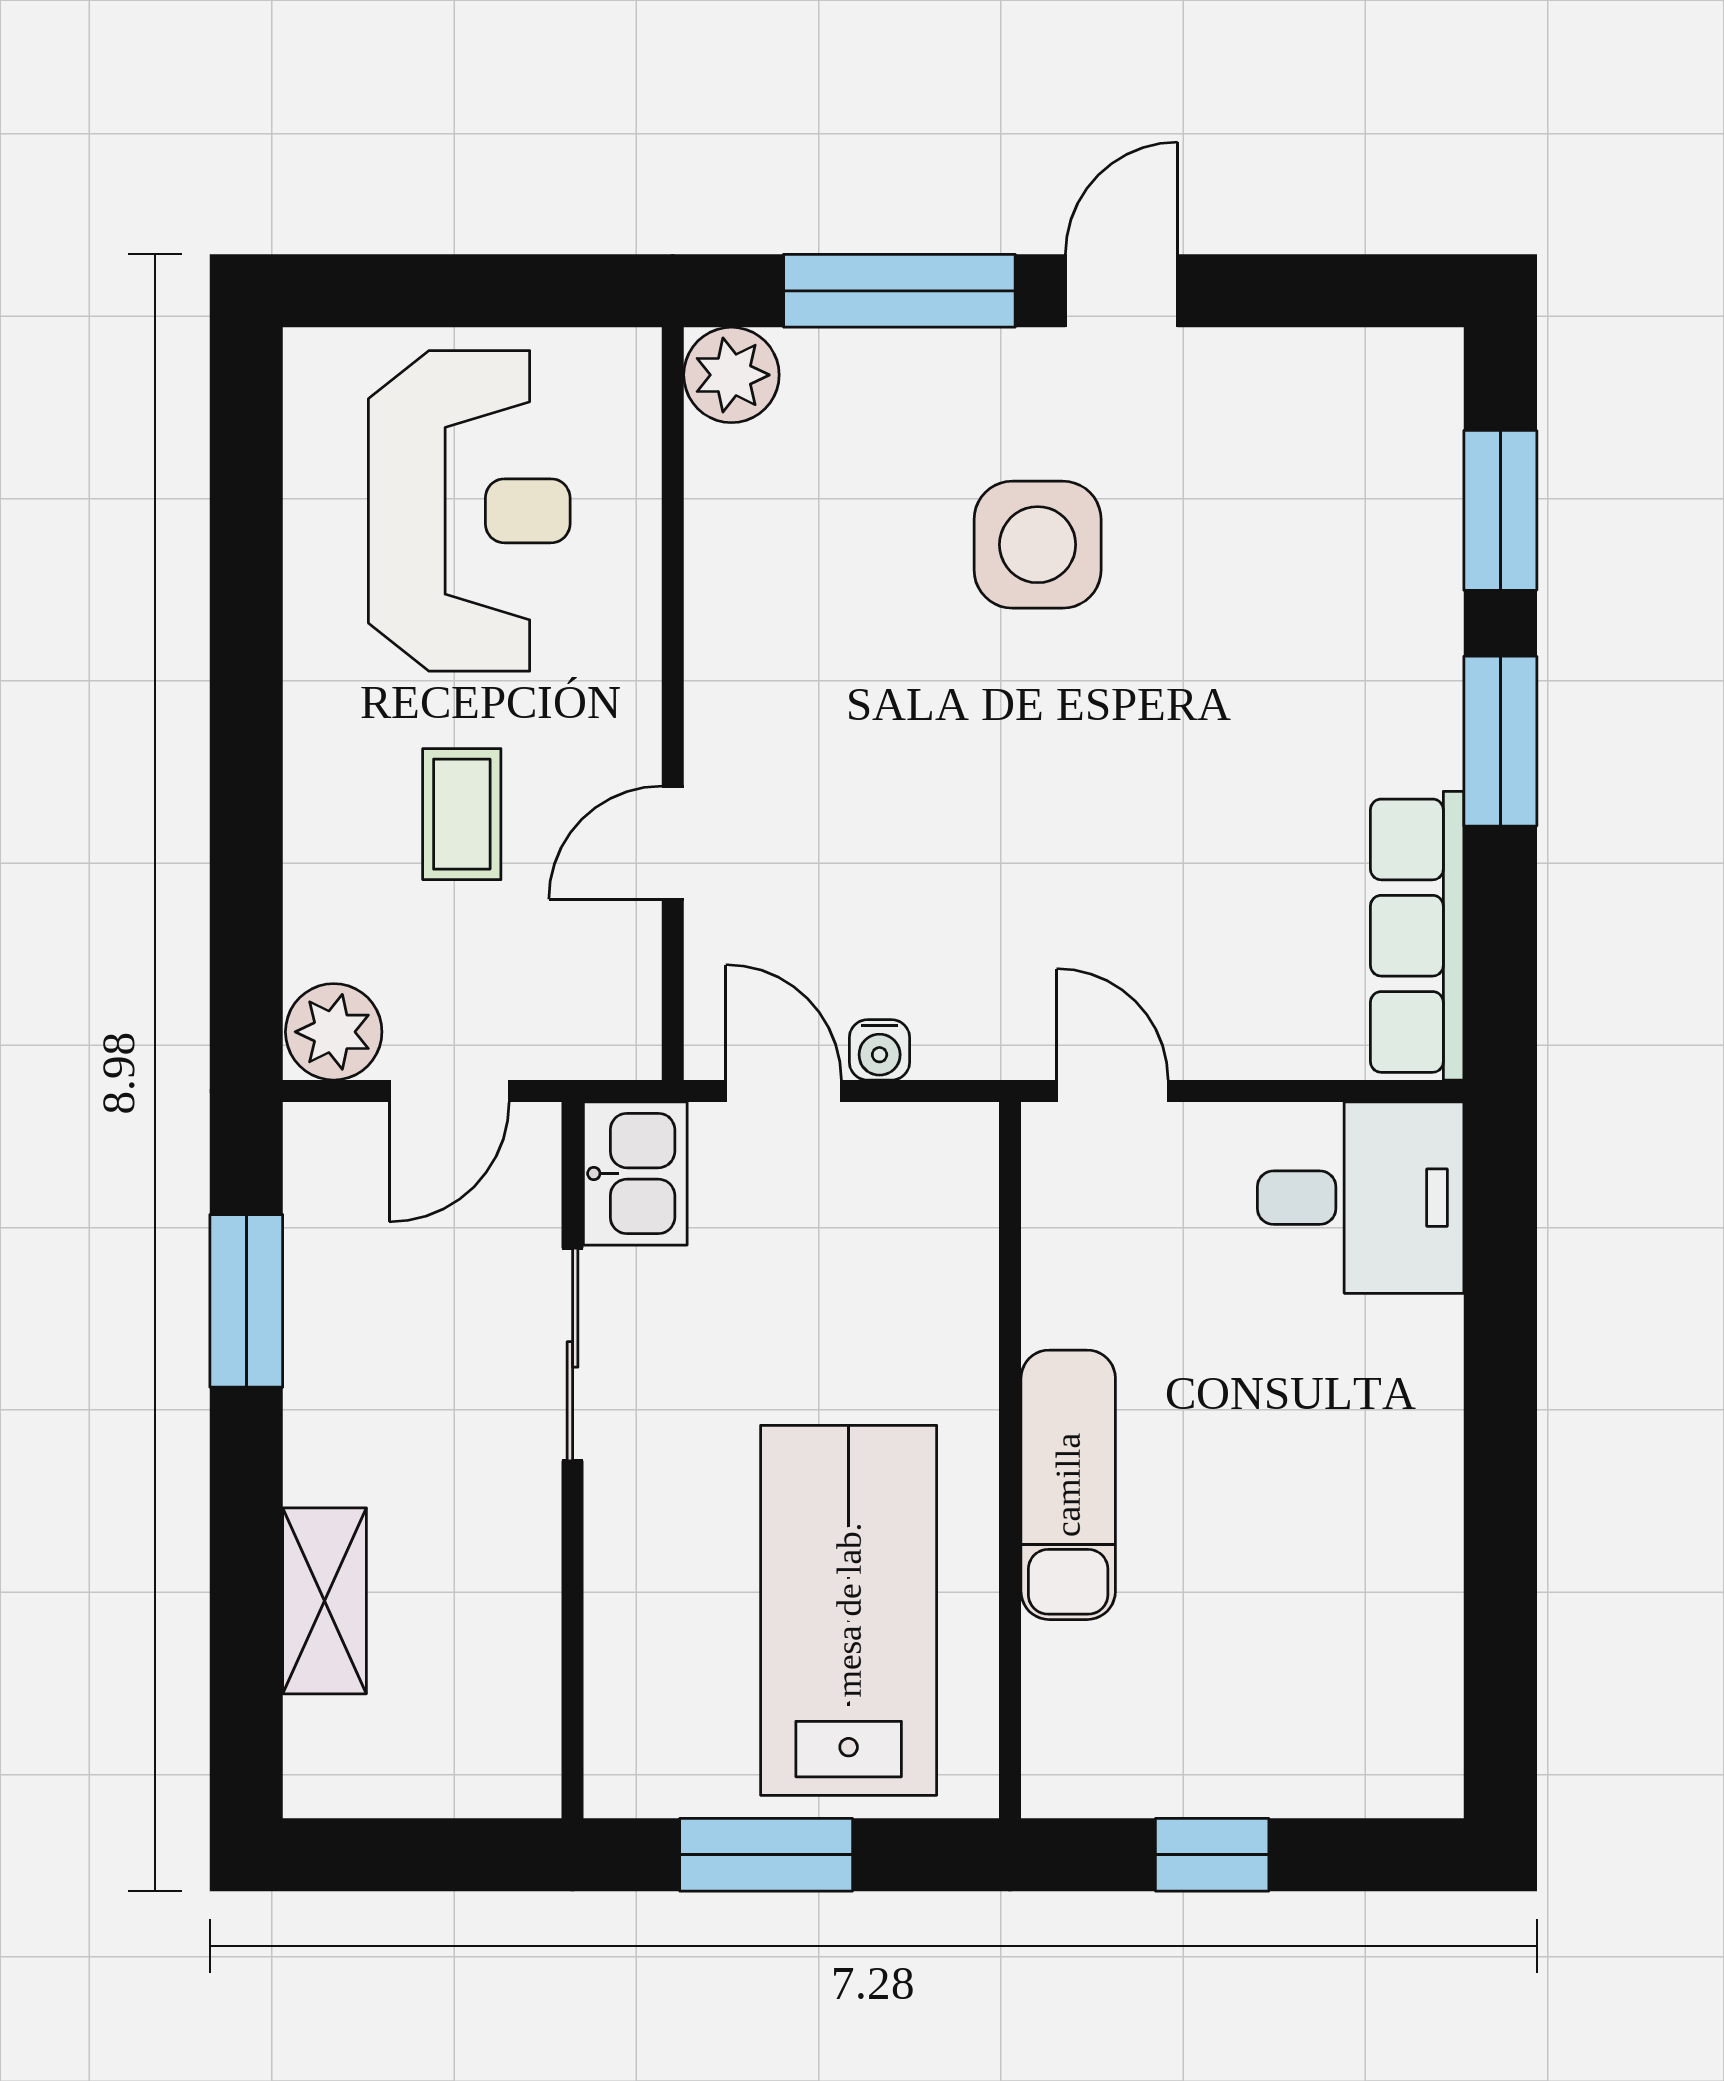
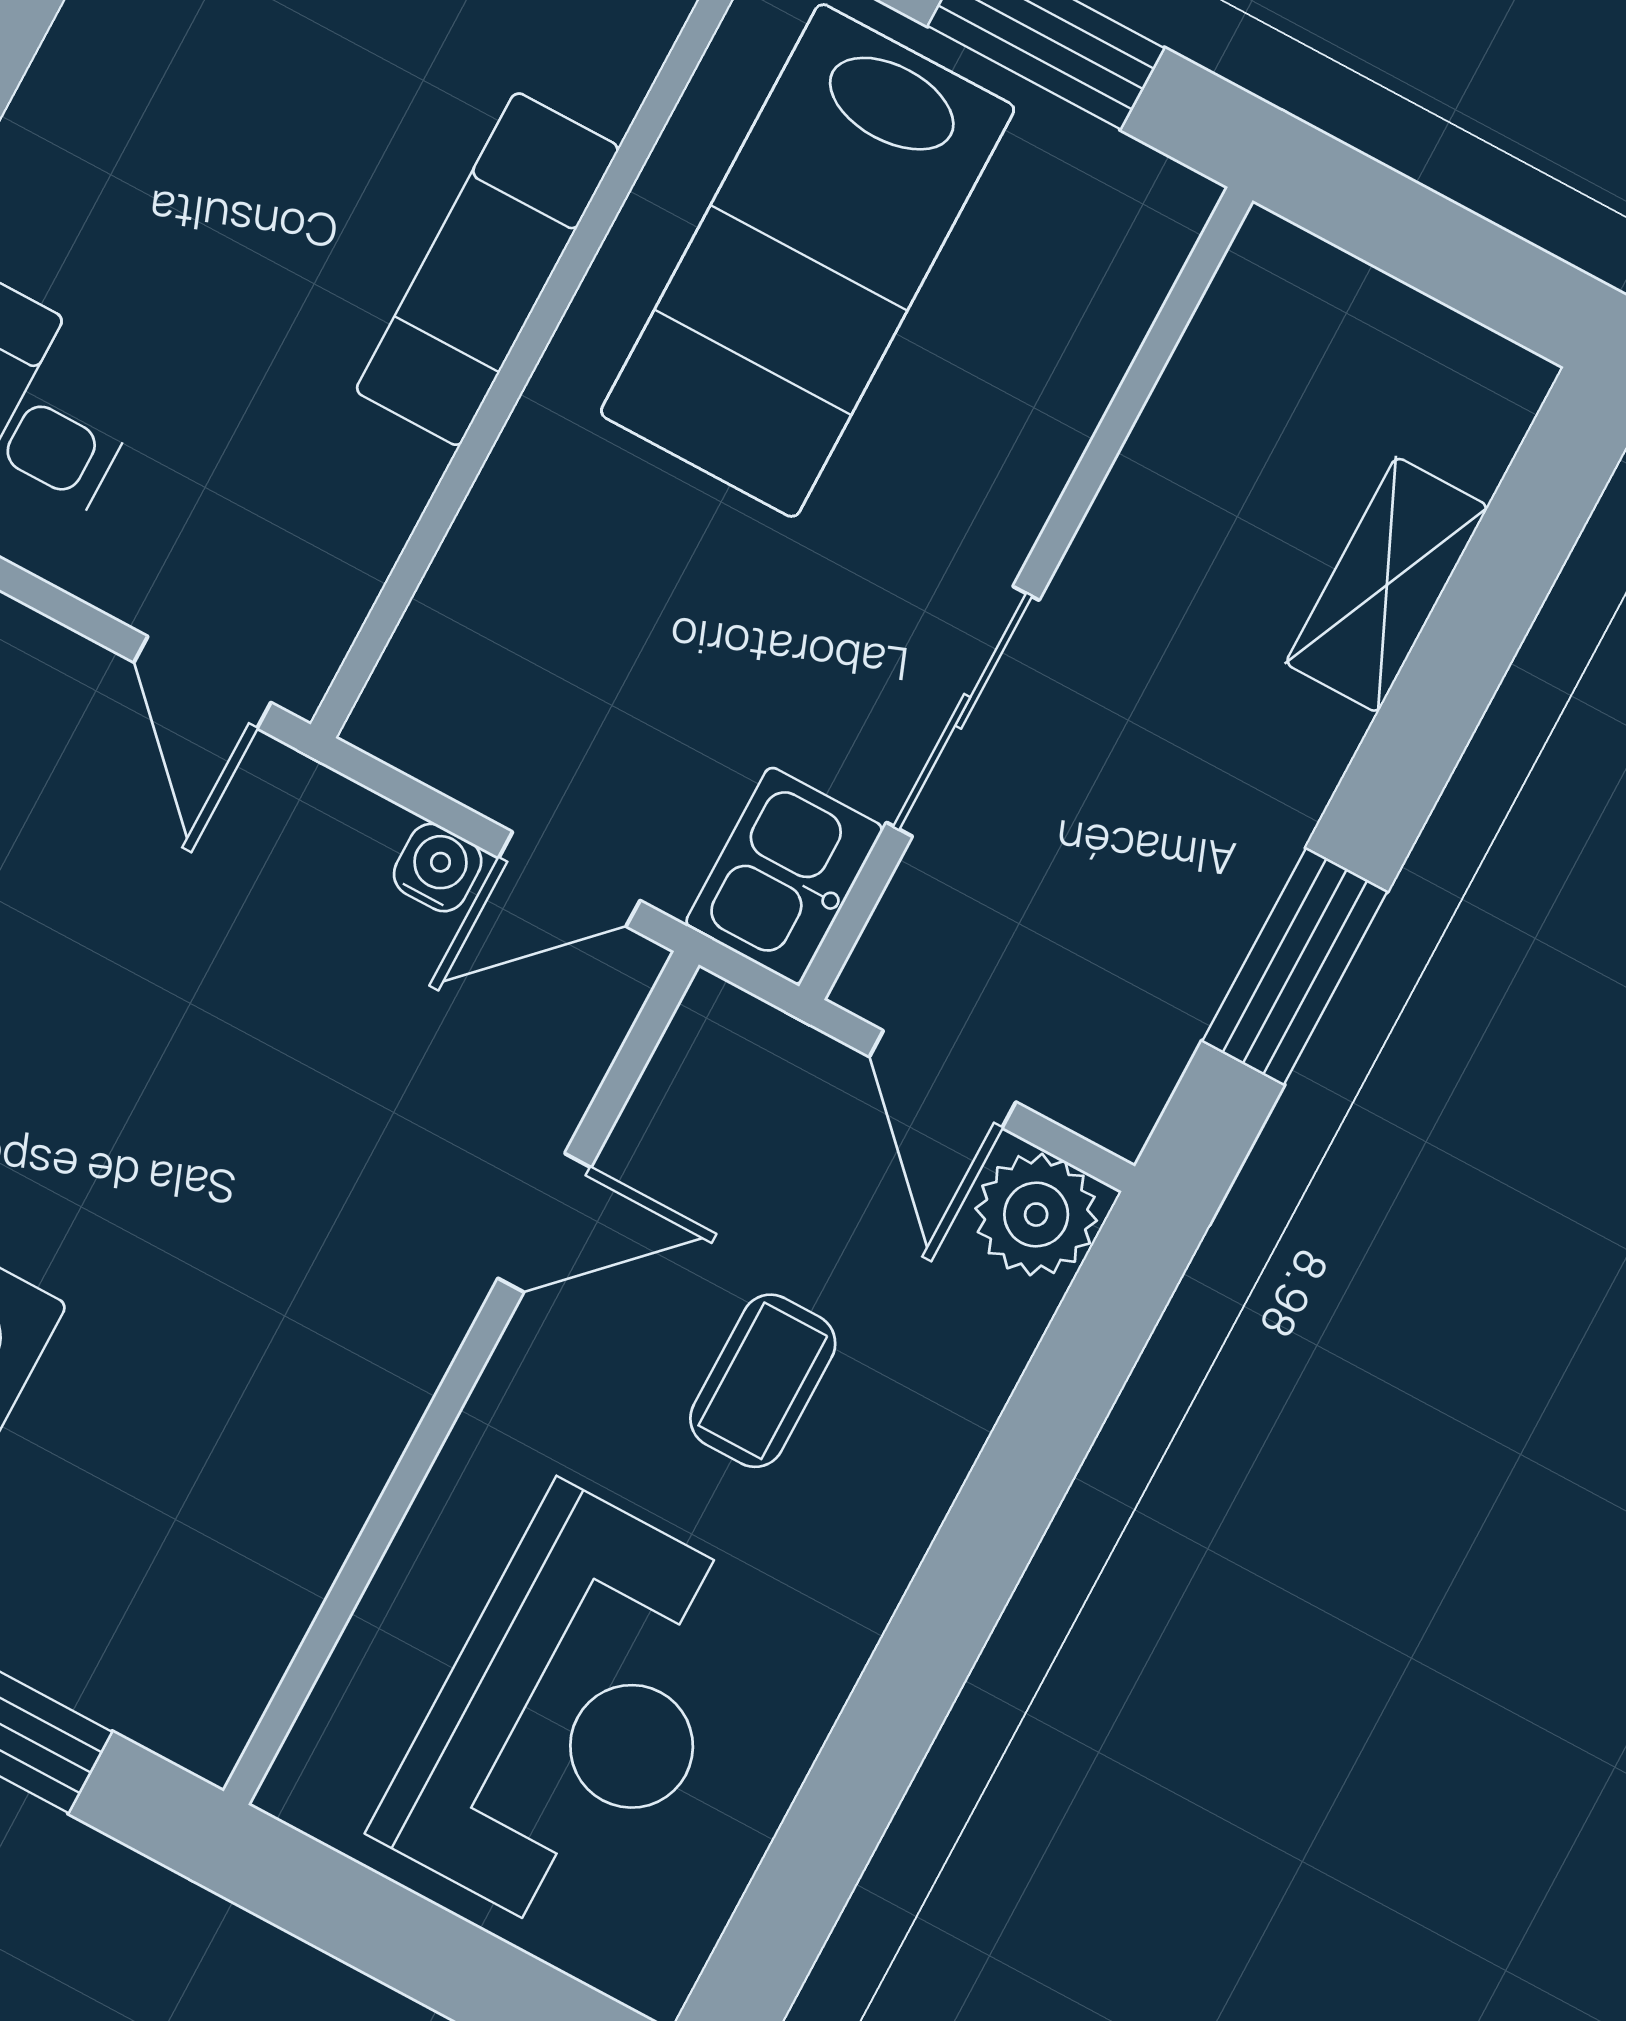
plant: (731, 375) -> (199, 1710), removed
reception desk: (469, 511) -> (573, 1715), turned 180
door: (449, 1091) -> (943, 1079), swing flipped
door: (784, 1091) -> (569, 879), hinge flipped

